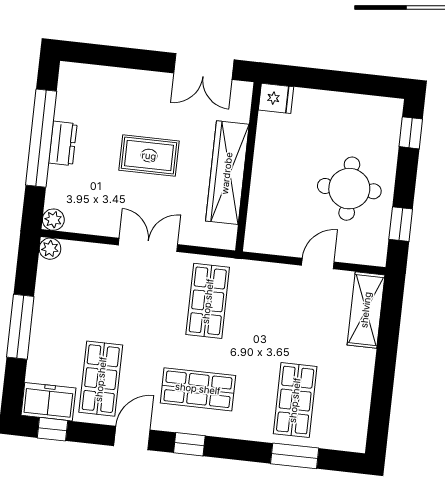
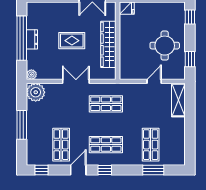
plant: (50, 249) -> (36, 92), width x1.87, depth x1.87
shop shelf: (208, 301) -> (106, 104), turned 90
freezer: (48, 402) -> (38, 158), removed

